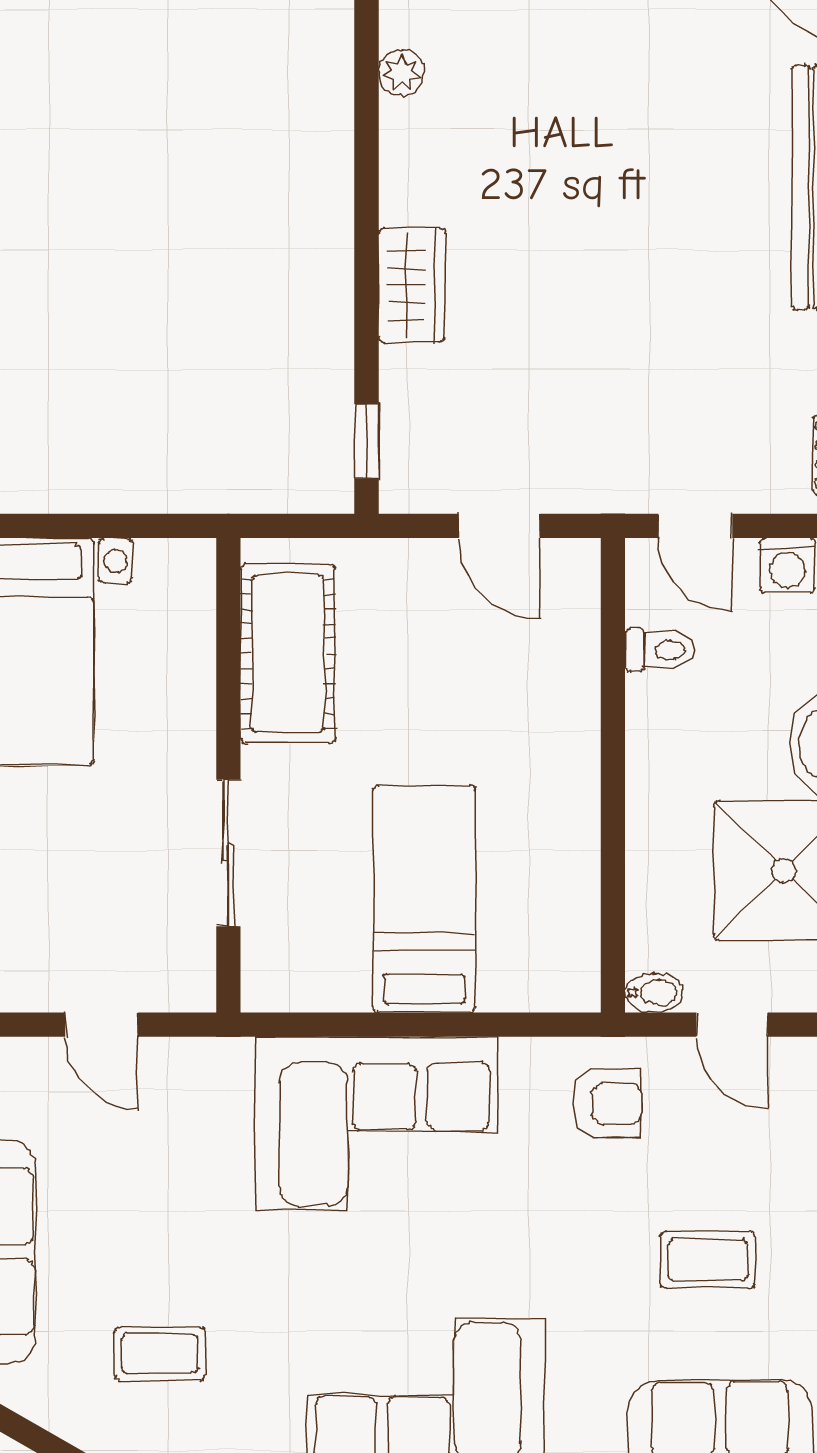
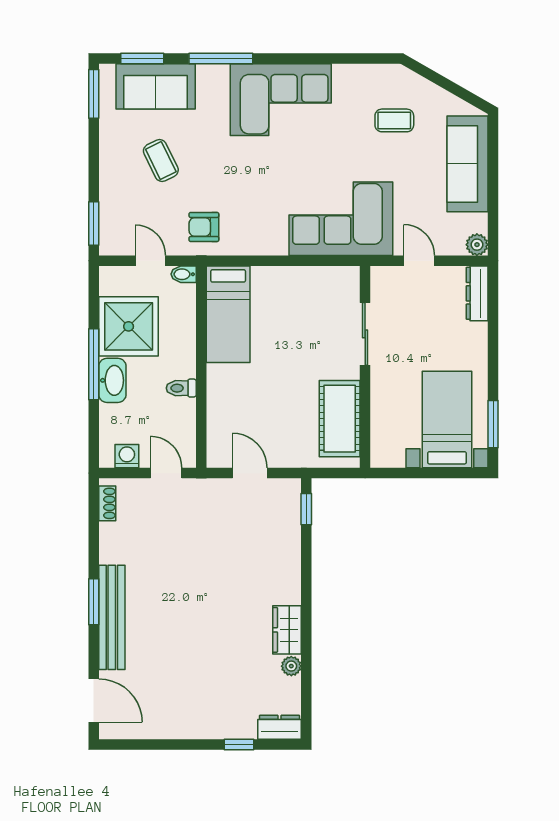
wardrobe: (412, 285) -> (287, 630), moved
toilet: (660, 650) -> (181, 388), moved
bed: (424, 899) -> (228, 314), moved
corner sofa: (377, 1123) -> (341, 219), moved
coffee table: (708, 1260) -> (161, 161), turned 64

